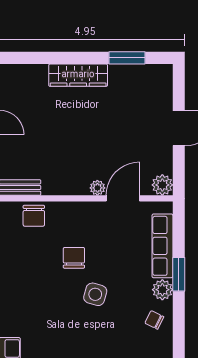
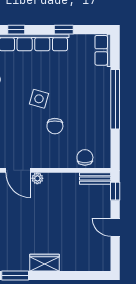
wardrobe: (78, 75) -> (45, 263), width x0.67
door: (123, 198) -> (18, 170), hinge flipped

